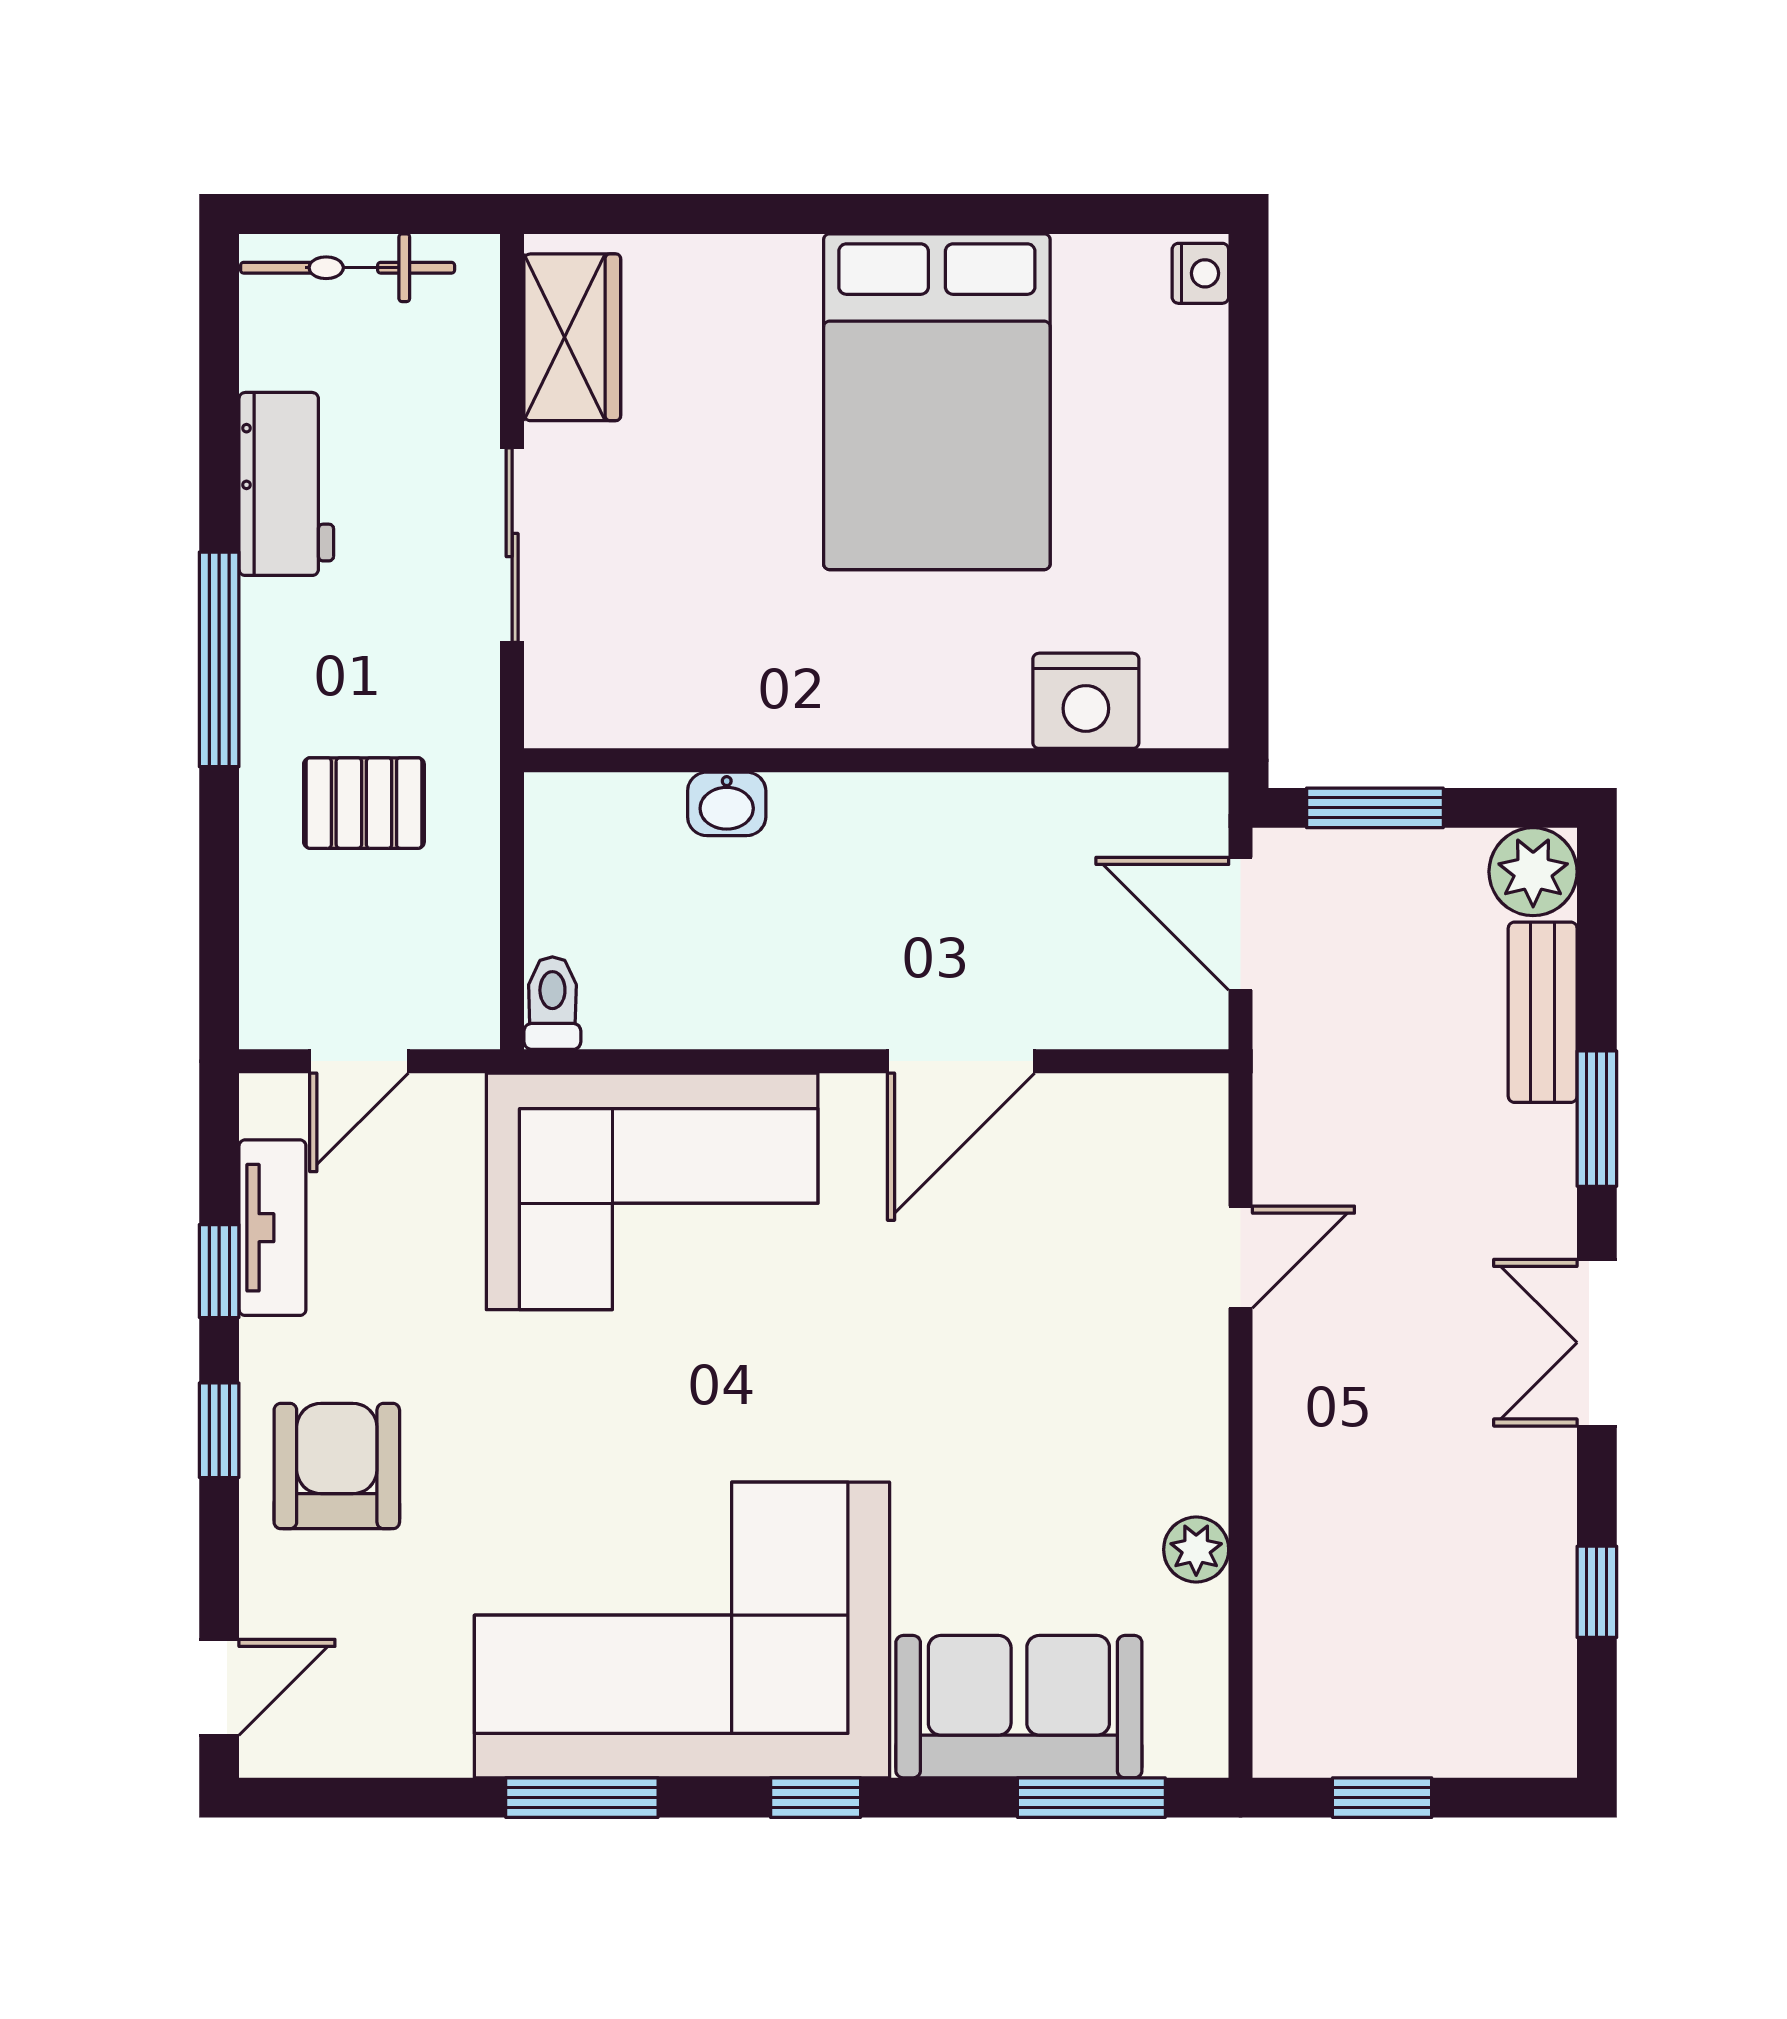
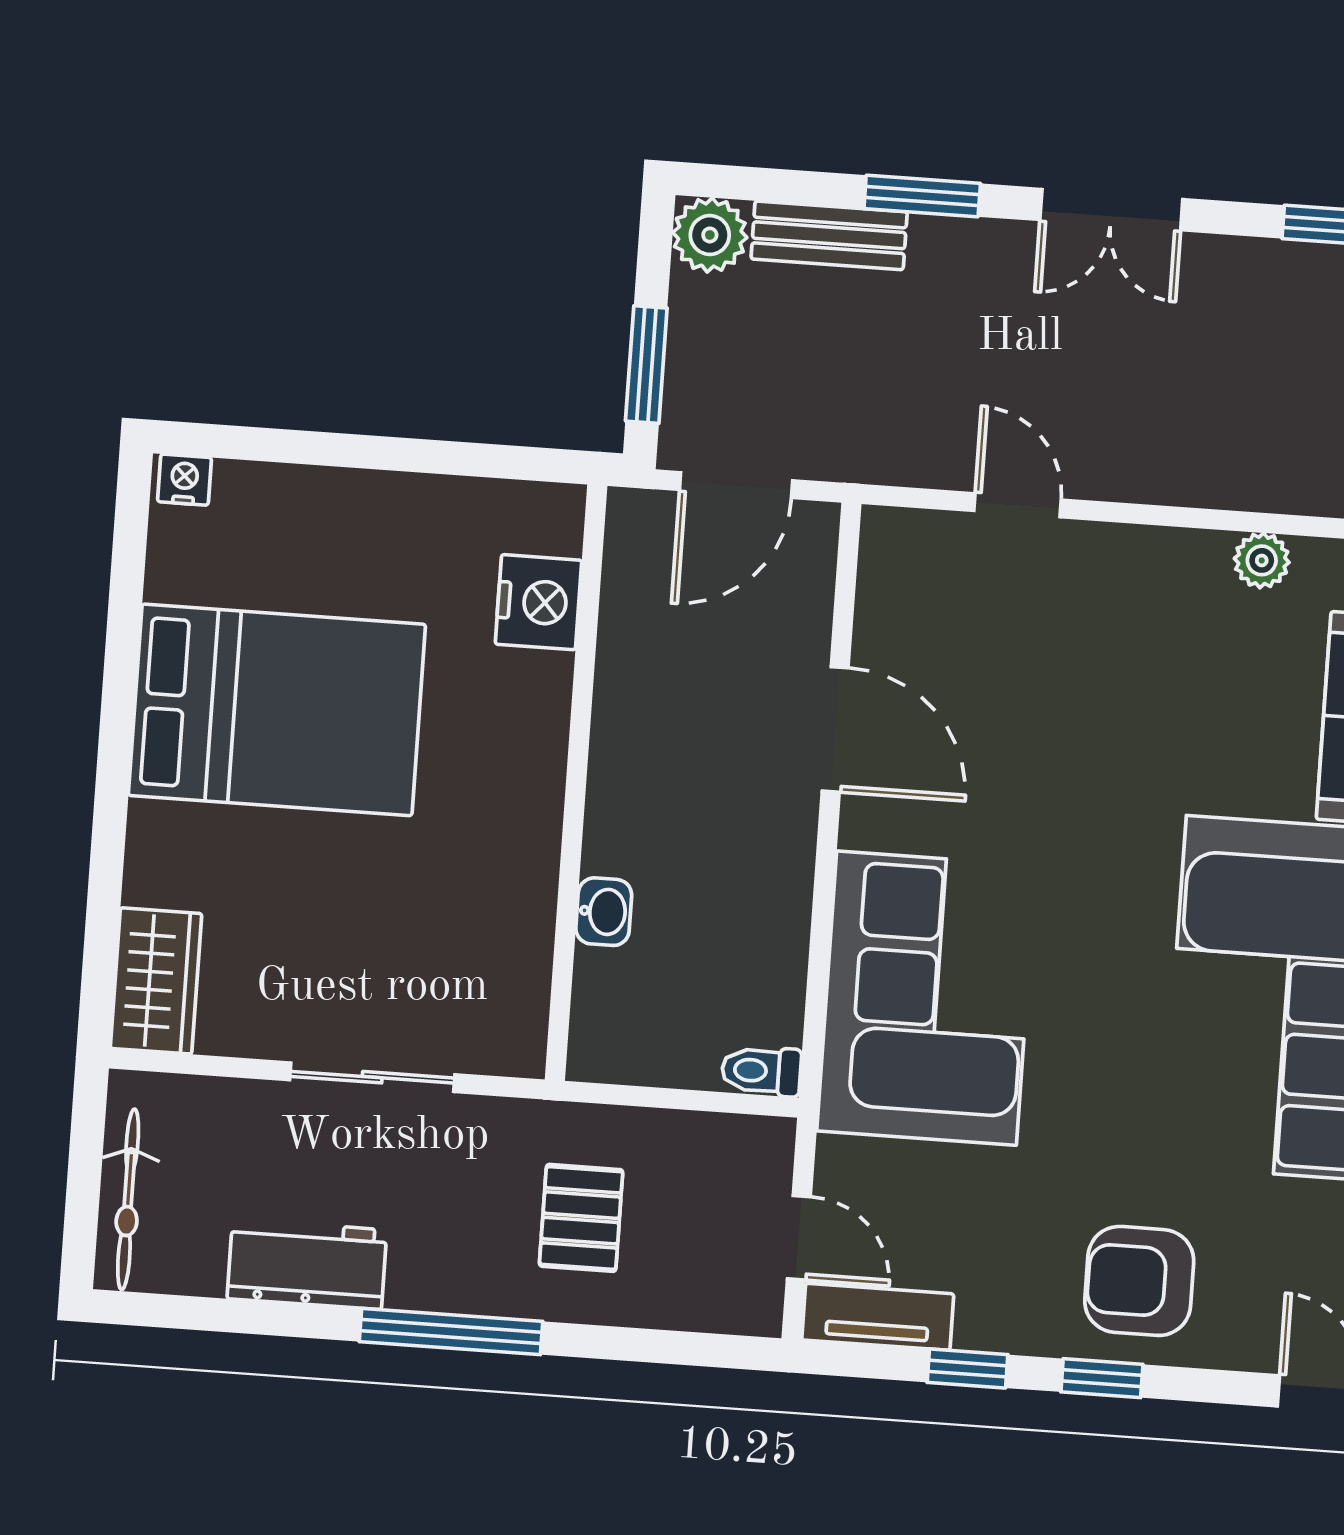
wardrobe: (572, 337) -> (156, 981), moved, turned 90
tv unit: (272, 1228) -> (878, 1317), moved

